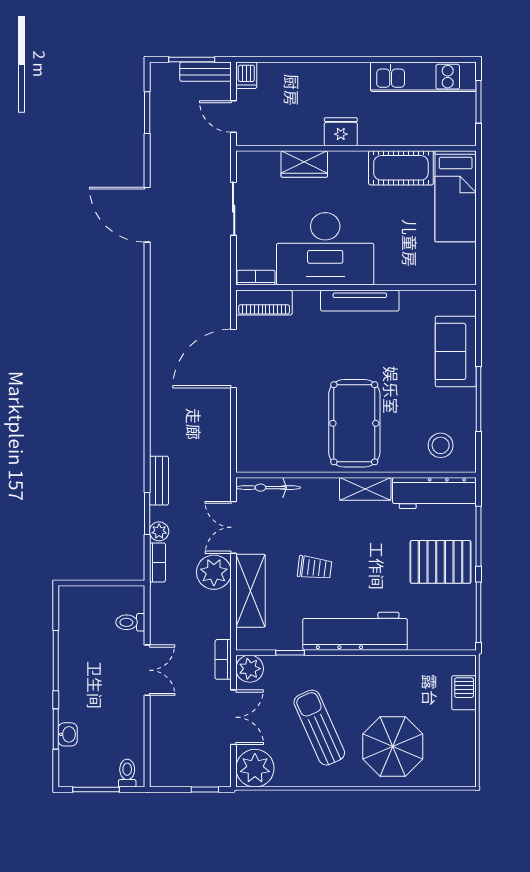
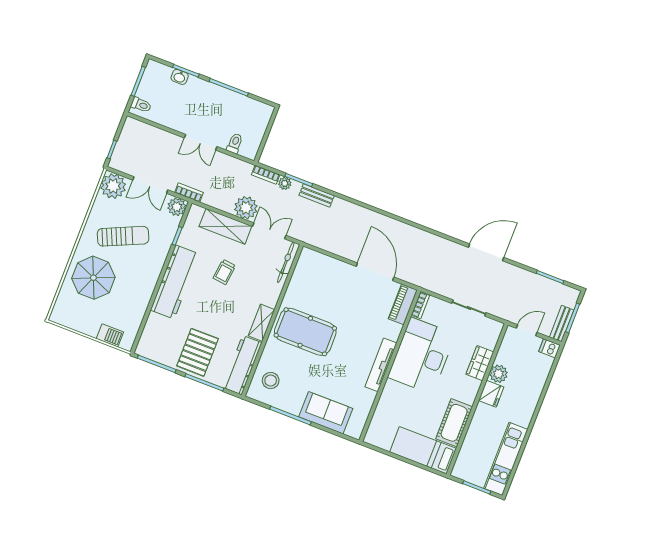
plant: (309, 132) -> (499, 374), added

